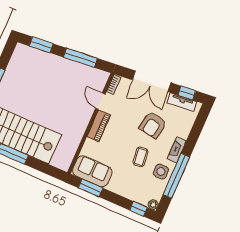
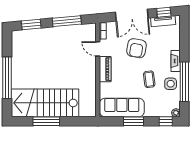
armchair: (153, 125) -> (136, 48), moved
sofa: (92, 171) -> (122, 108), width x1.36
window: (90, 188) -> (133, 121), moved

